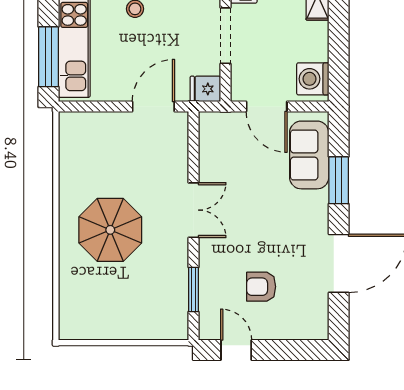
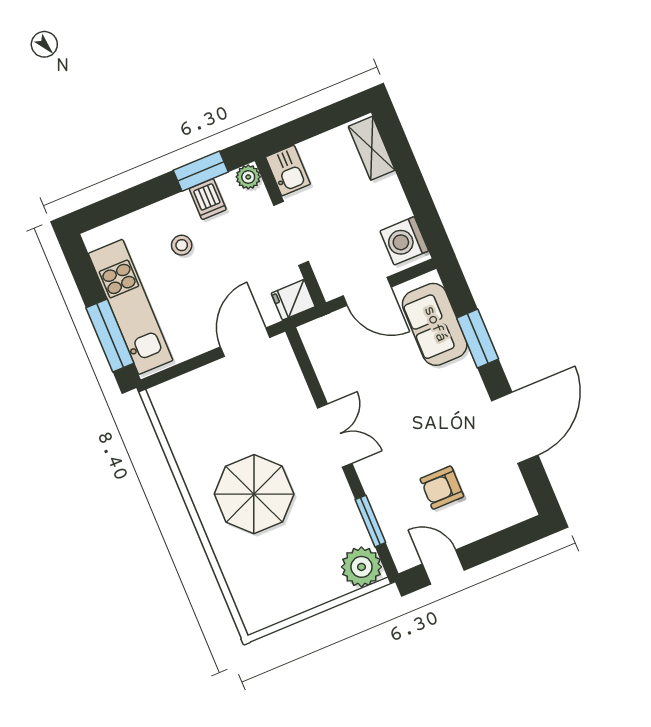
plant: (171, 323) -> (361, 567), added

